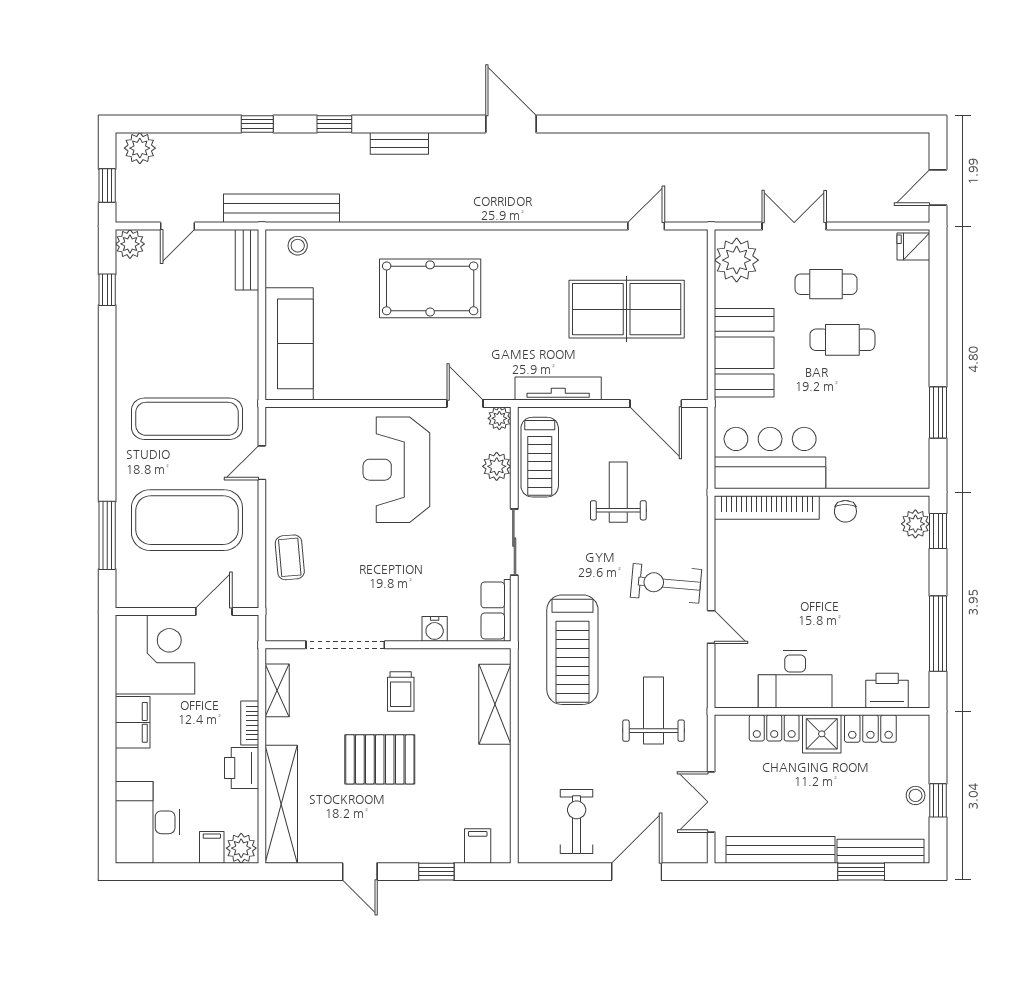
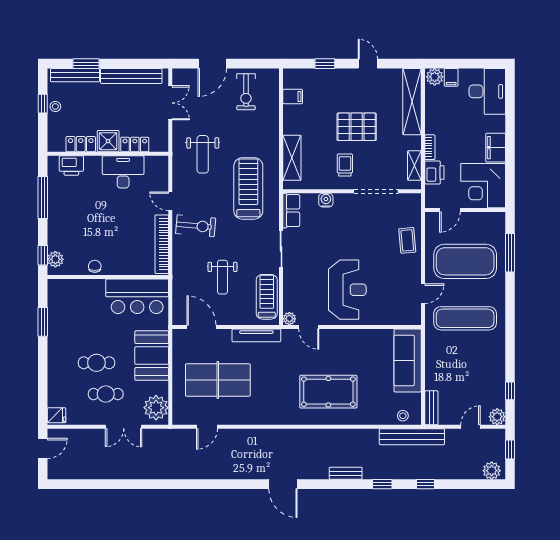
plant: (497, 466) -> (291, 292), removed
bookcase: (767, 508) -> (162, 244), moved, turned -90
printer: (242, 768) -> (434, 173), moved
filing cabinet: (478, 846) -> (293, 96), moved, turned -90

